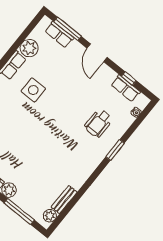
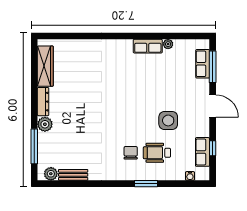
plant: (29, 48) -> (168, 44), width x0.53, depth x0.53
door: (97, 53) -> (213, 106), swing flipped
side table: (33, 90) -> (168, 120), moved
chair: (83, 143) -> (131, 153), added

